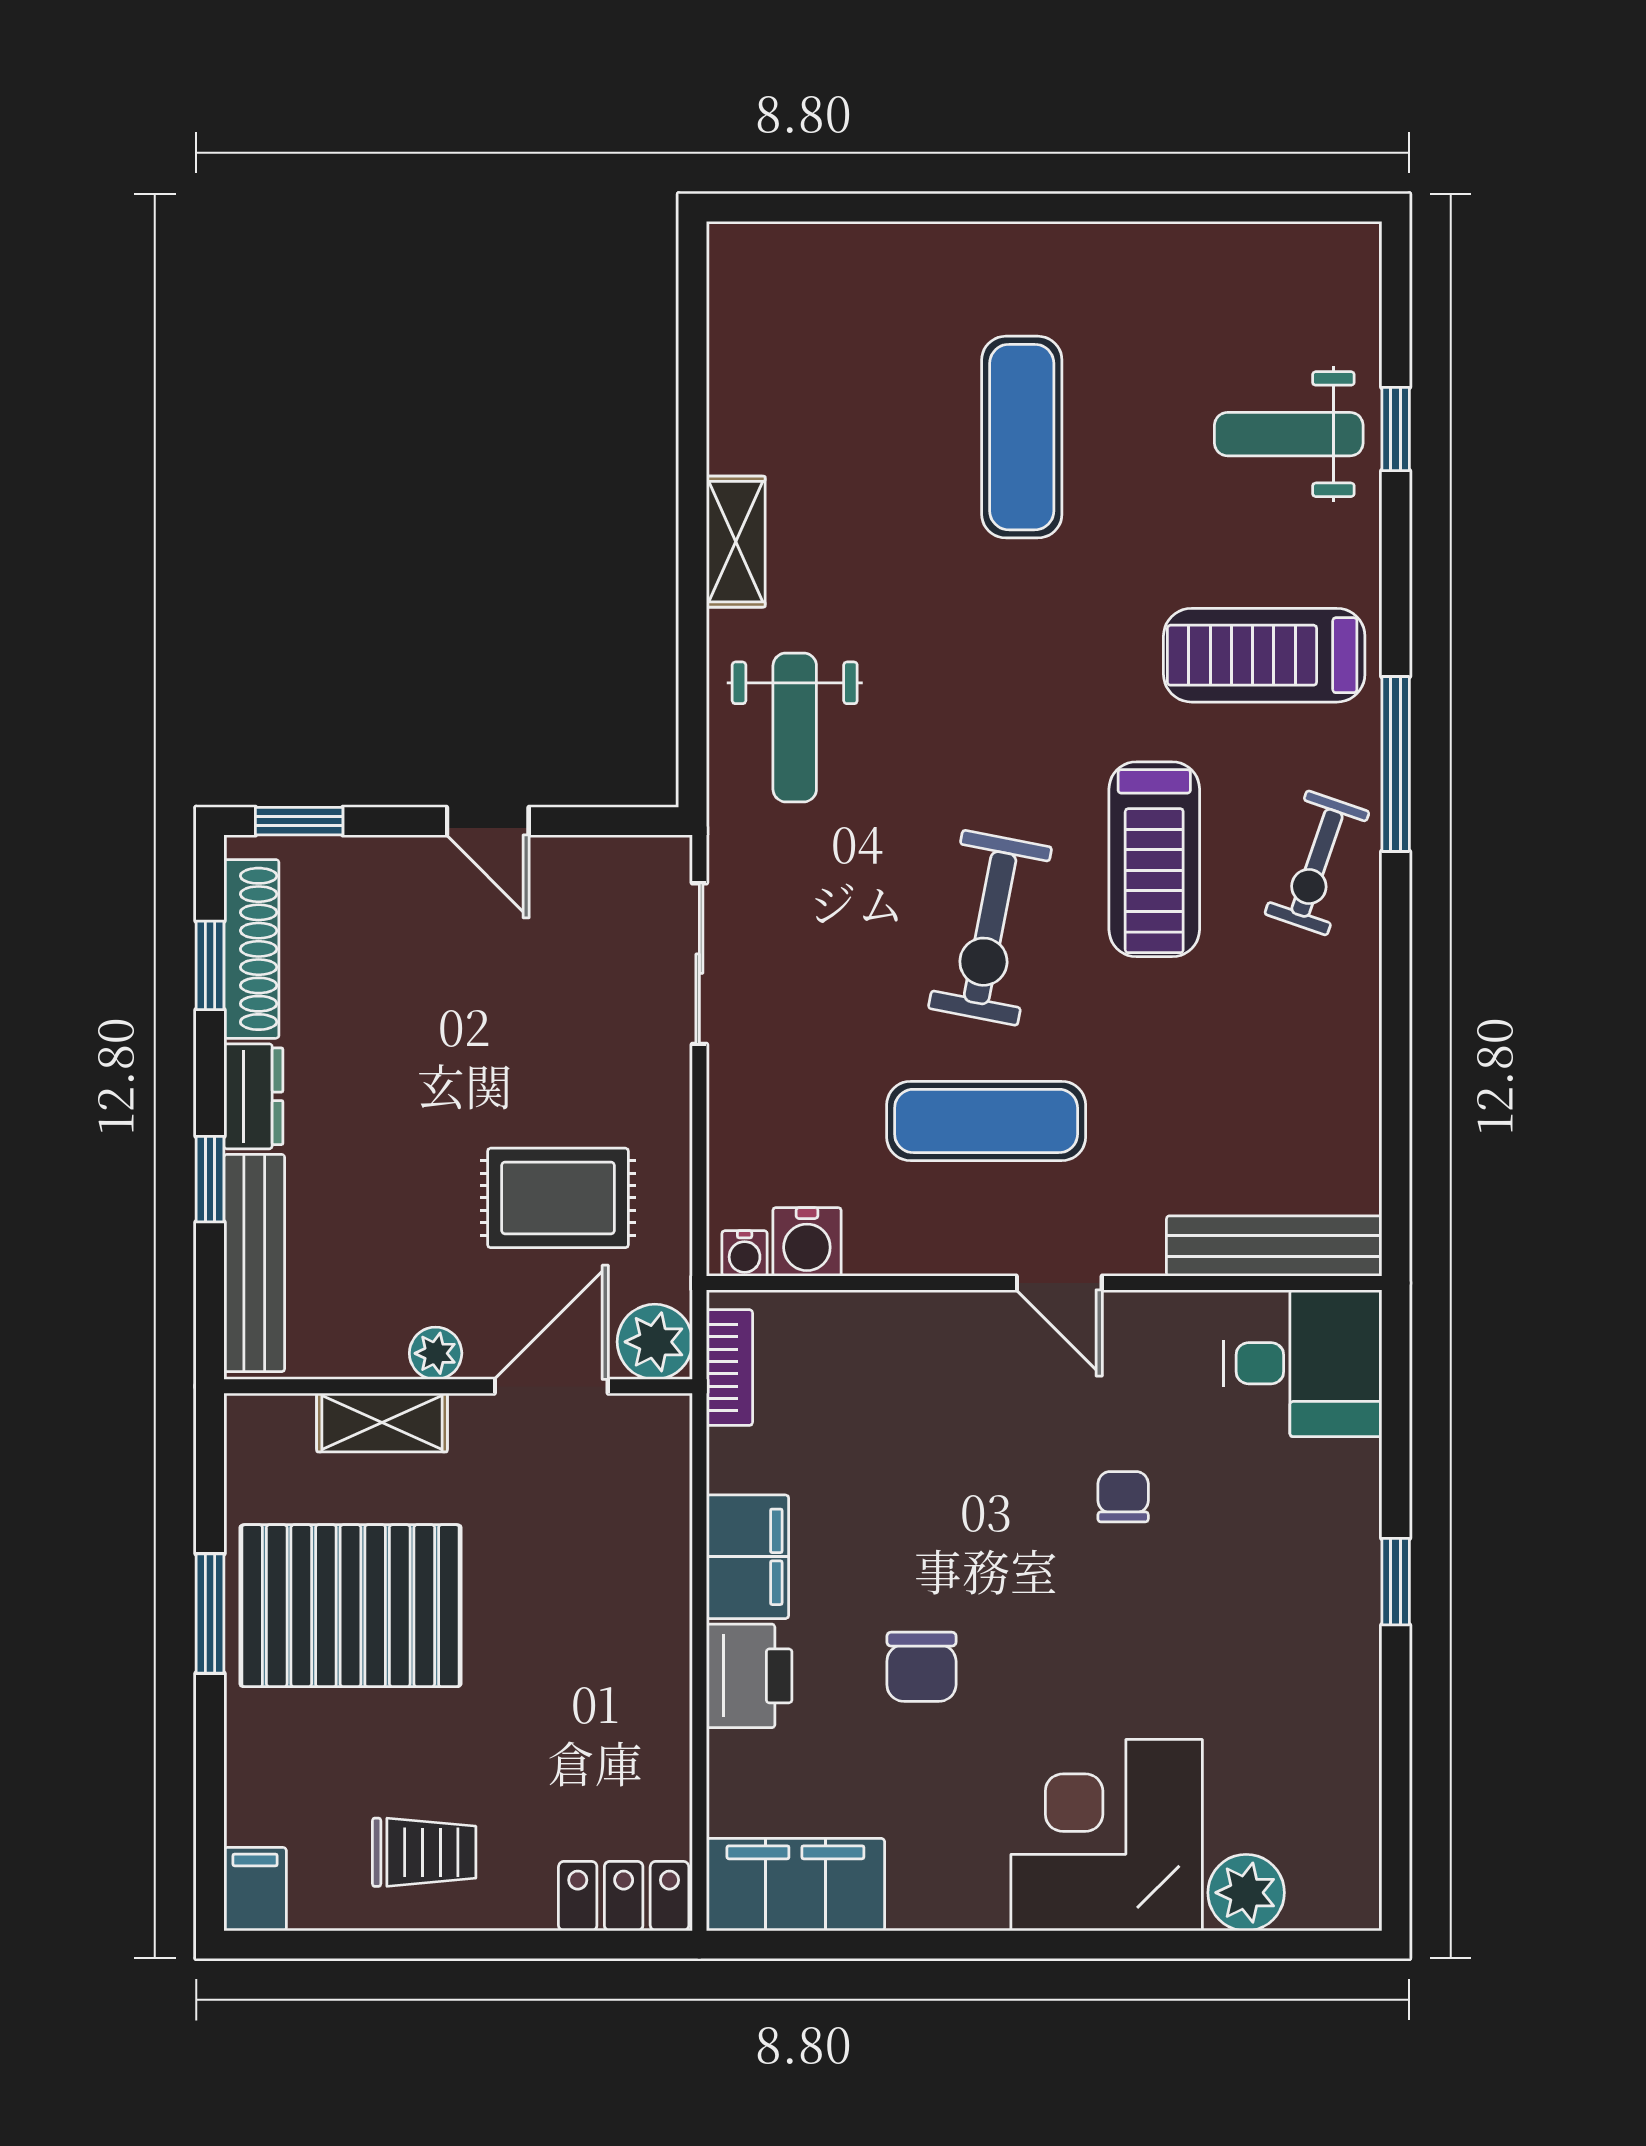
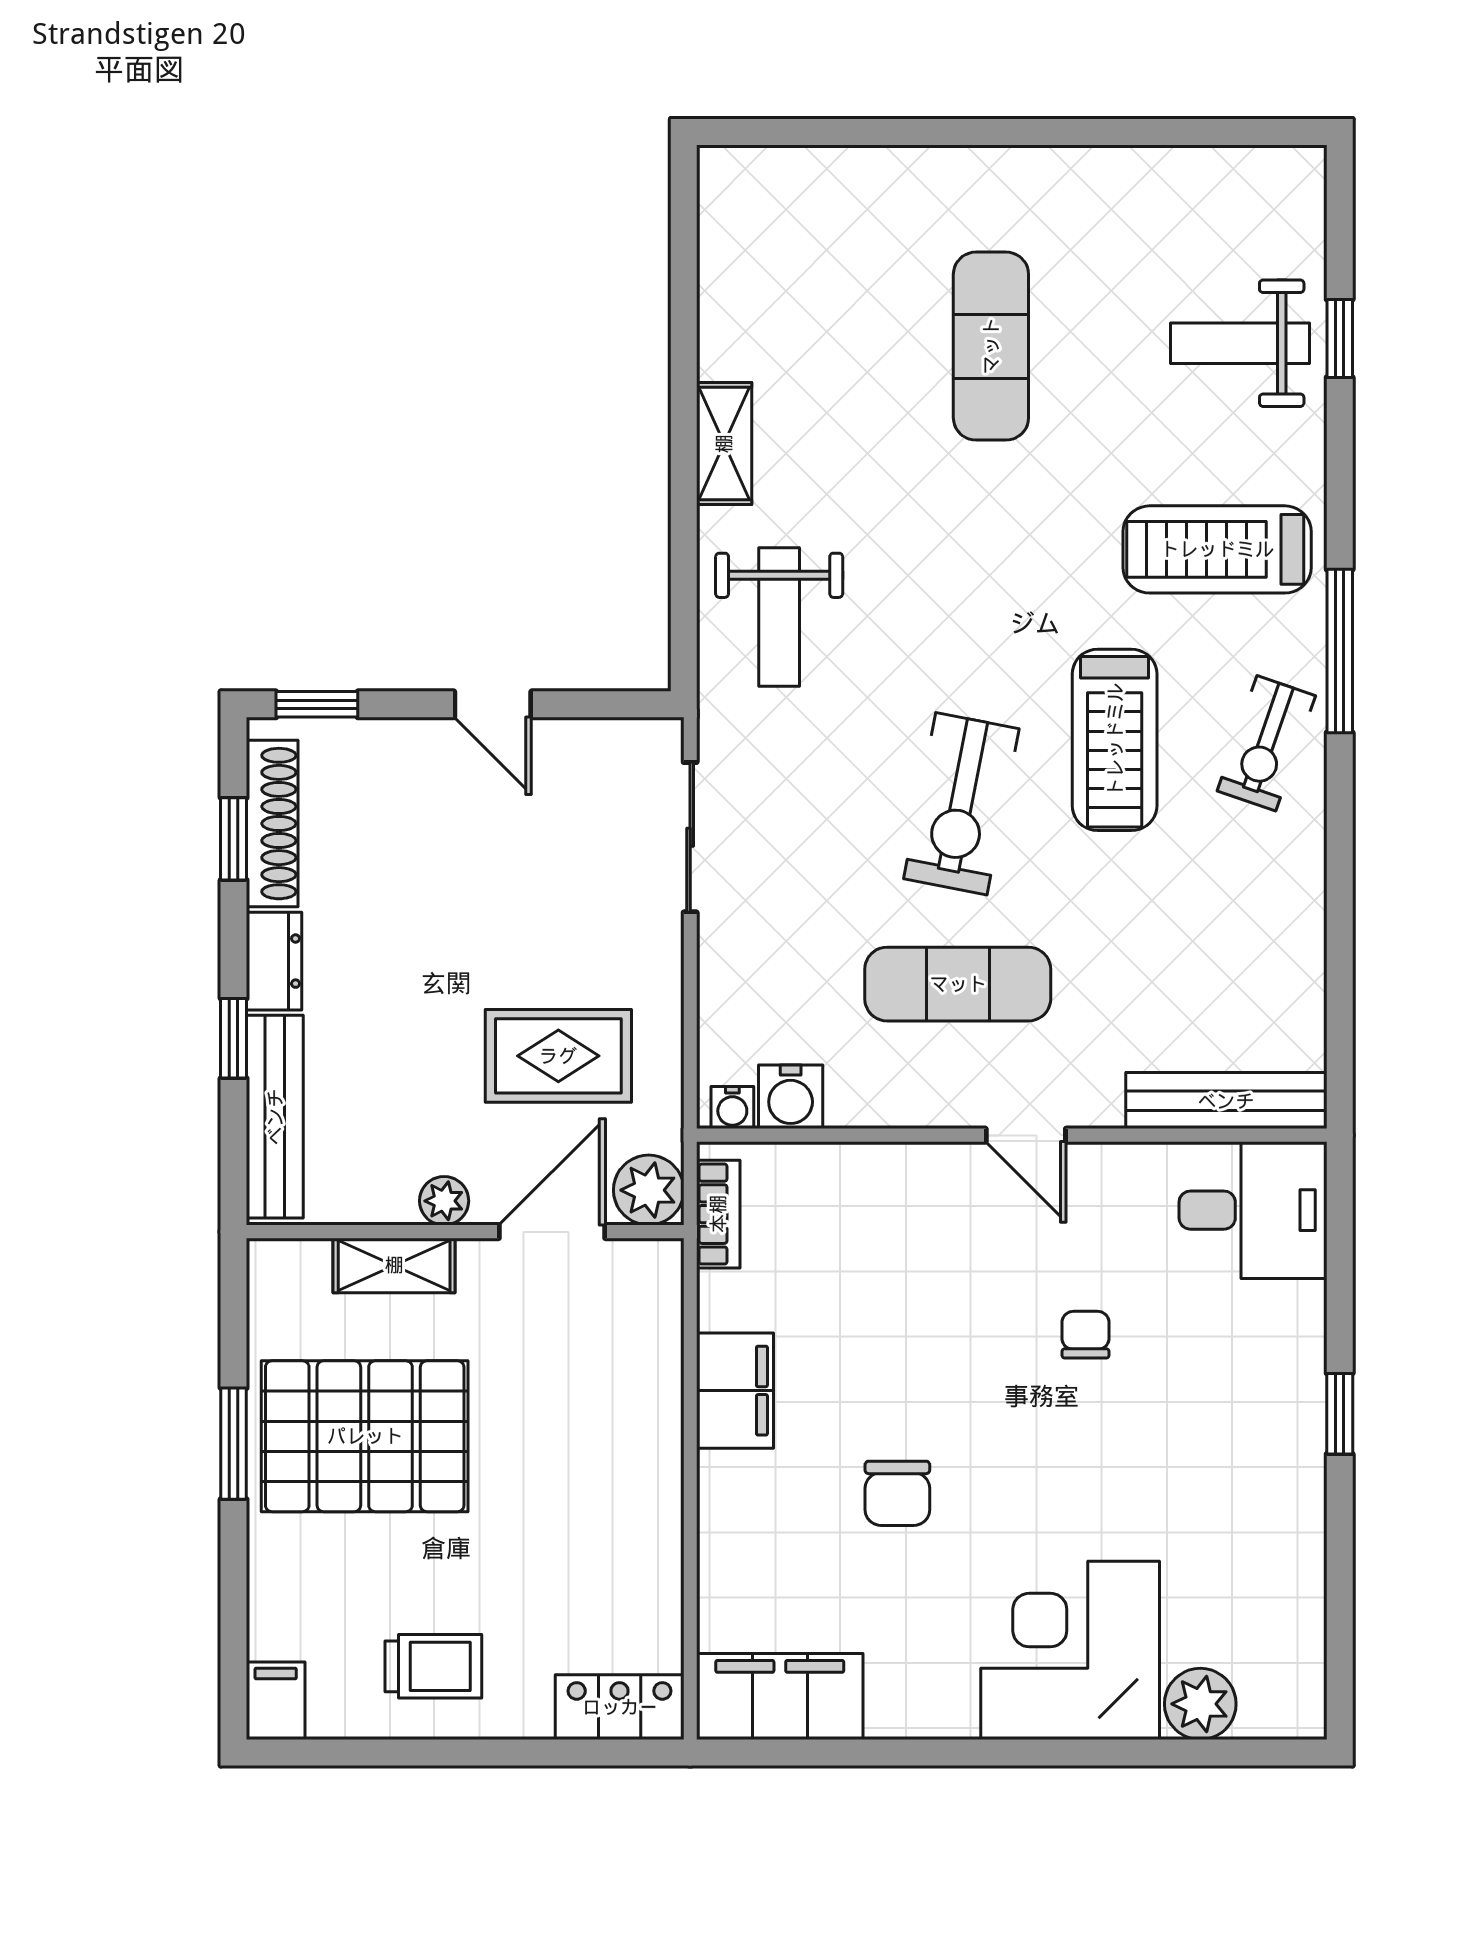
printer: (749, 1676) -> (737, 1502), removed

